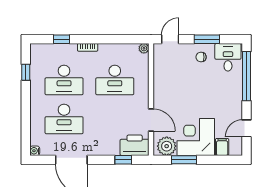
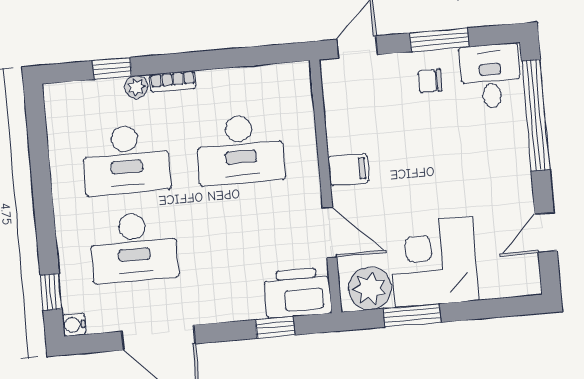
plant: (144, 48) -> (136, 87), moved
window: (26, 72) -> (51, 292), moved
filing cabinet: (222, 147) -> (348, 169), moved, turned 90

